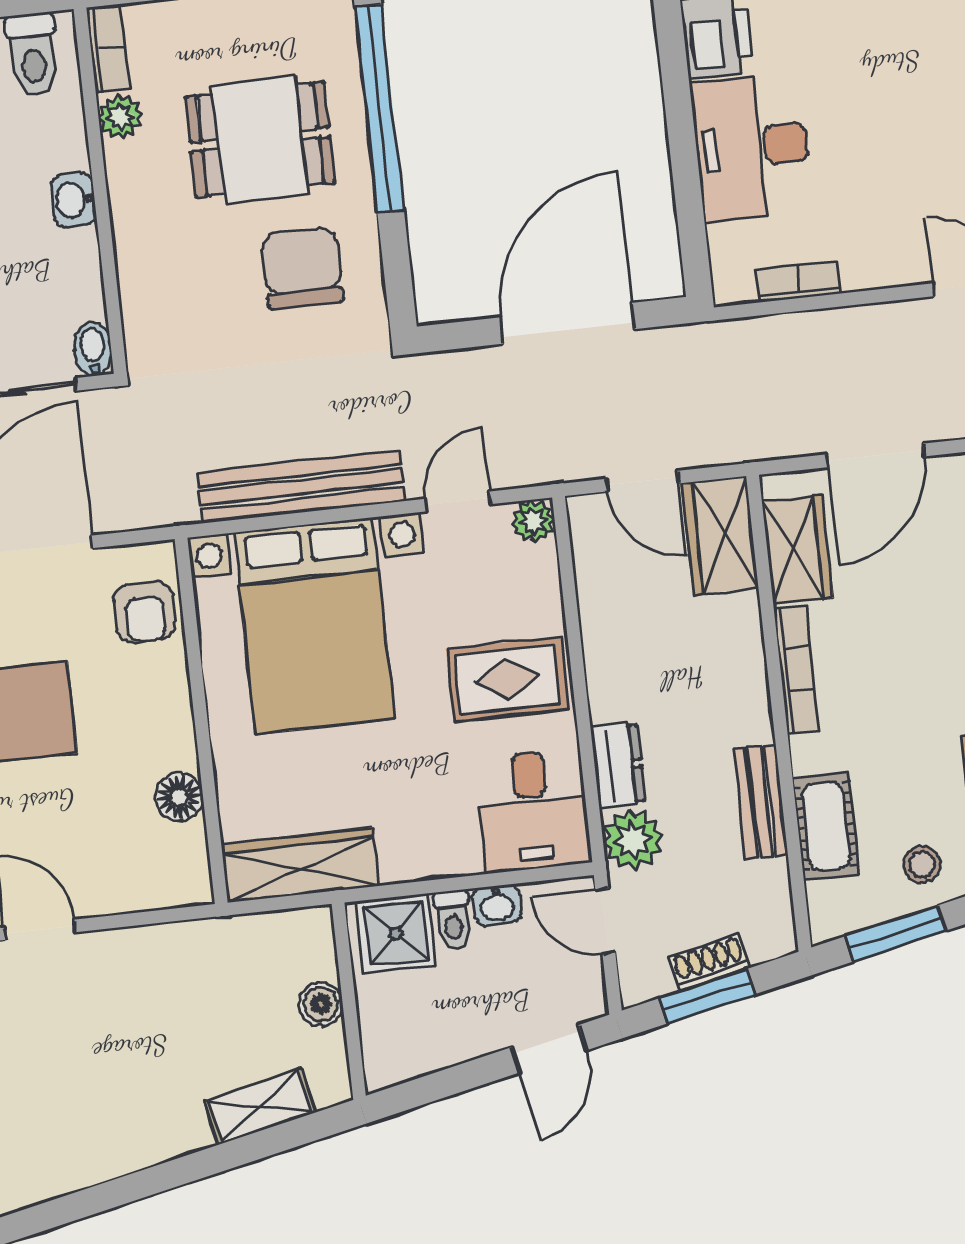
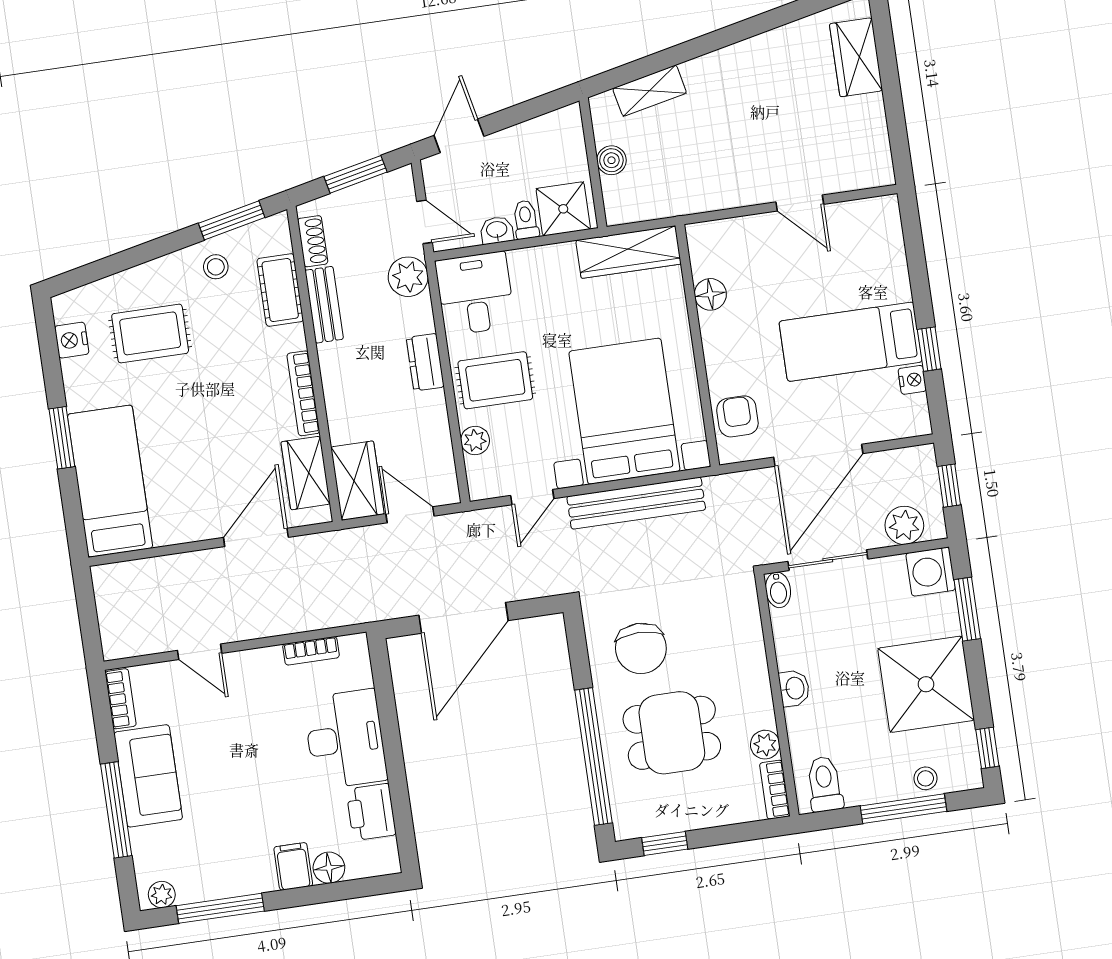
plant: (533, 521) -> (475, 440), moved
dresser: (618, 765) -> (425, 362), moved
shoe rack: (709, 963) -> (313, 241), moved, turned -78

